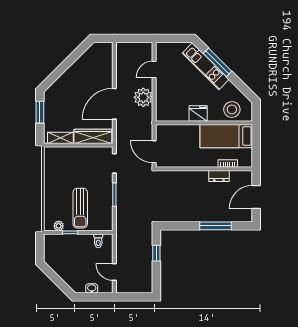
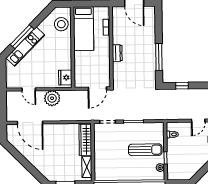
door: (114, 104) -> (30, 123), moved
fridge: (198, 113) -> (65, 78), moved
dresser: (219, 176) -> (117, 53), moved
window: (216, 226) -> (159, 57), moved

